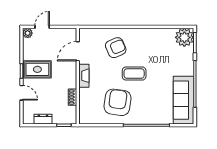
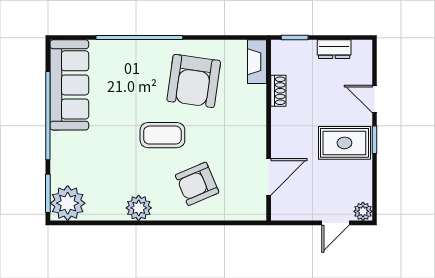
plant: (147, 35) -> (139, 208), added
fireplace: (84, 76) -> (257, 62), moved

